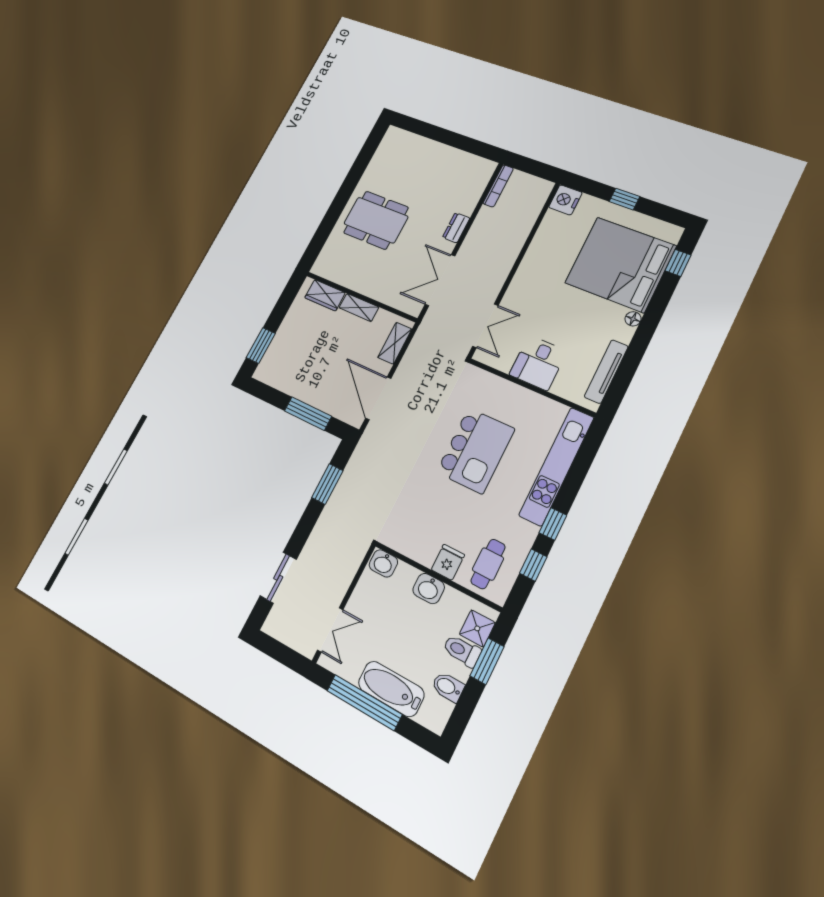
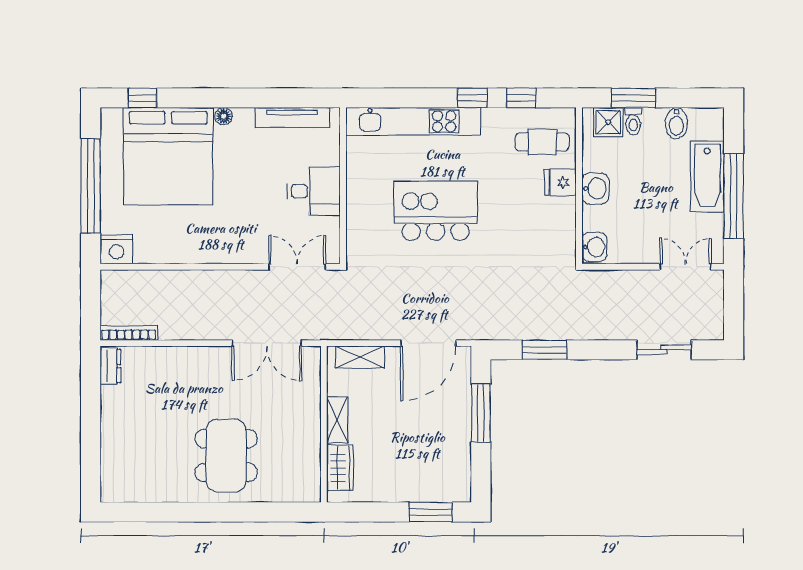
window: (624, 199) -> (91, 186), width x3.17
dresser: (456, 228) -> (110, 366), moved, turned -90
toilet: (462, 651) -> (633, 121), width x0.73, depth x0.72

